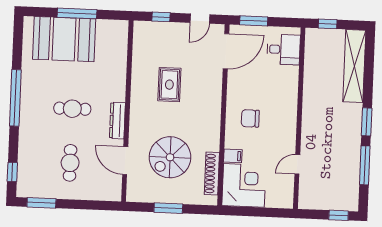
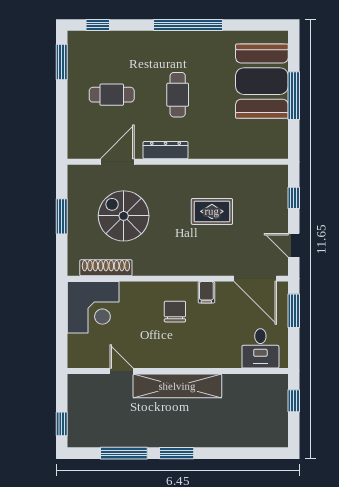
shelving: (354, 66) -> (177, 386), moved
filing cabinet: (233, 156) -> (206, 292), moved

